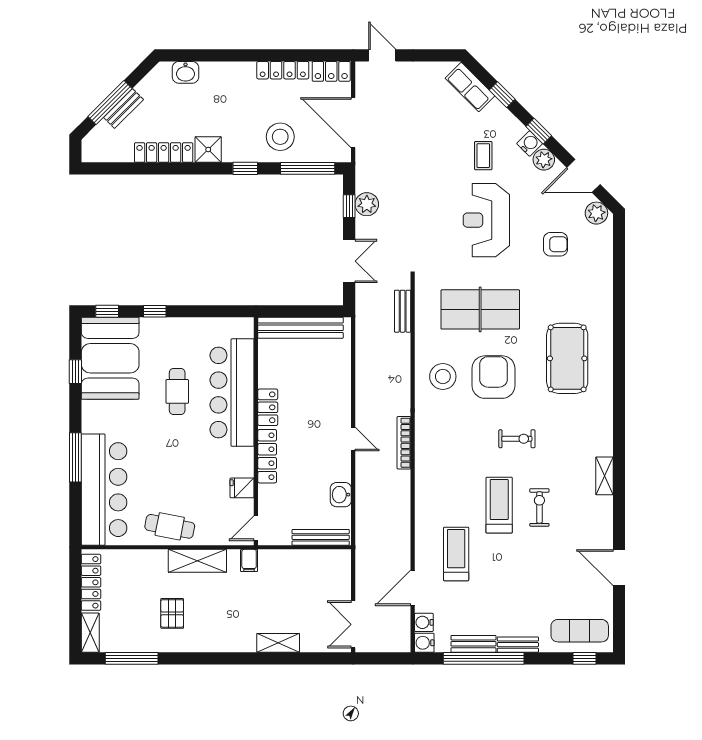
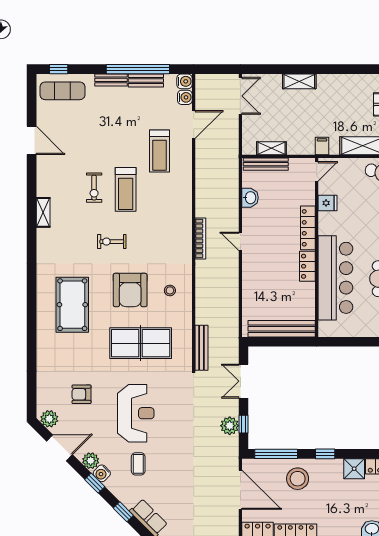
bench: (403, 311) -> (202, 348), width x1.36
stool: (443, 376) -> (170, 290), width x0.53, depth x0.53
shelving: (314, 558) -> (271, 148), added

